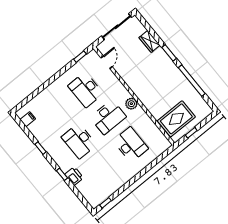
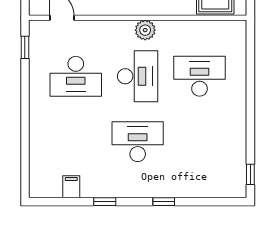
filing cabinet: (28, 119) -> (71, 187), moved
desk: (79, 141) -> (138, 142), turned 180
printer: (74, 176) -> (180, 187), removed

